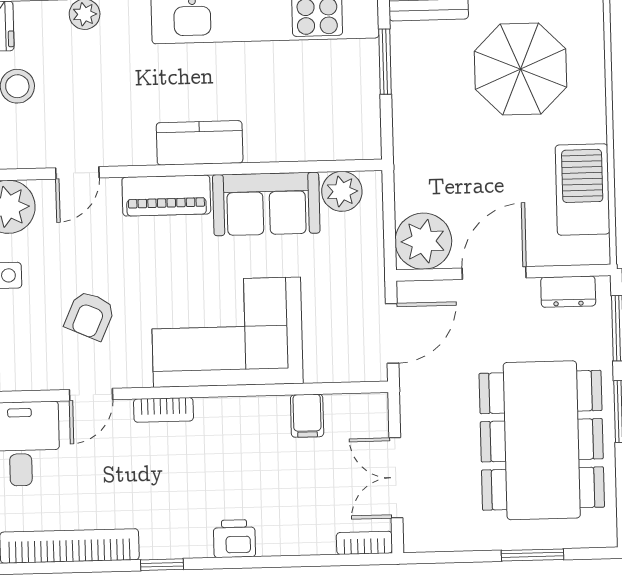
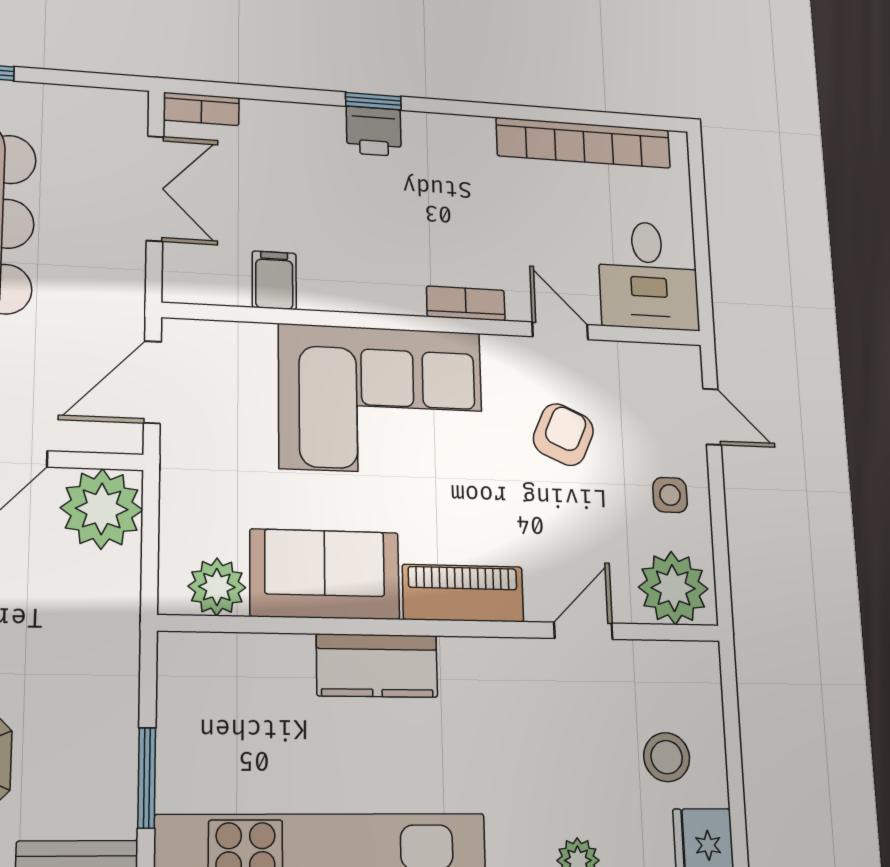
kitchen counter: (200, 143) -> (377, 666), moved
door: (91, 395) -> (560, 331), hinge flipped
window: (162, 565) -> (373, 101), moved

